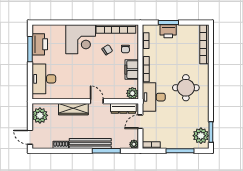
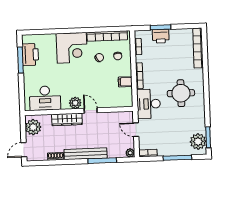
filing cabinet: (132, 70) -> (125, 82), width x0.50
desk: (44, 79) -> (45, 98), moved, turned -90
plant: (132, 93) -> (75, 103), moved
dresser: (123, 108) -> (118, 117), removed
door: (140, 122) -> (136, 130), hinge flipped
door: (30, 137) -> (24, 150), hinge flipped

